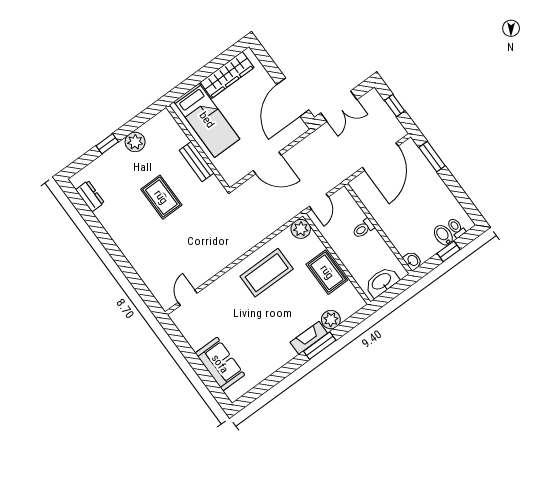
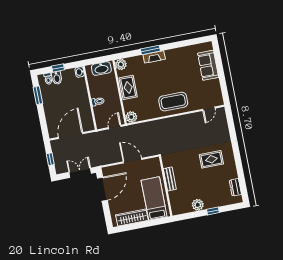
window: (432, 157) -> (38, 95), moved
rug: (161, 197) -> (211, 159), moved, turned 90
coffee table: (267, 273) -> (173, 102), moved
plant: (331, 320) -> (121, 64), moved

